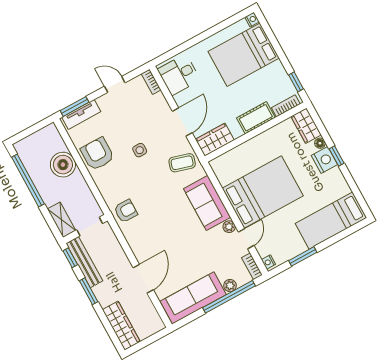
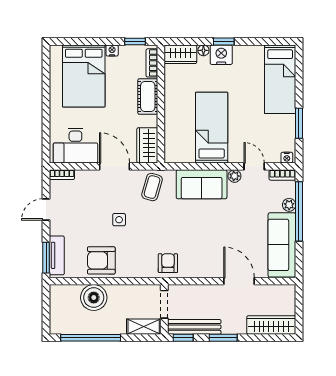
nightstand: (252, 19) -> (112, 51), moved
desk: (179, 75) -> (75, 146), width x1.37
bed: (263, 192) -> (212, 128), width x0.67

